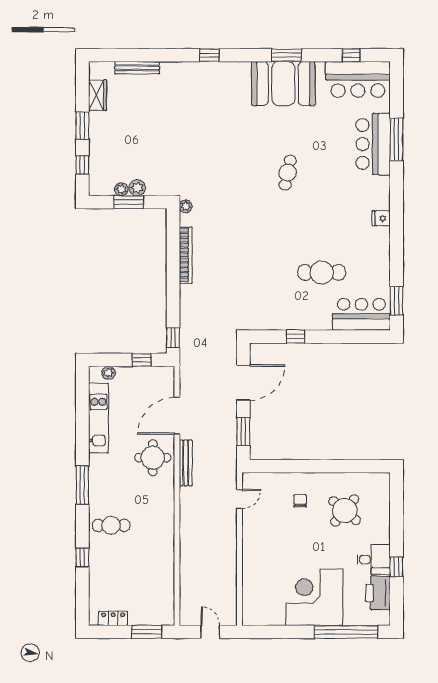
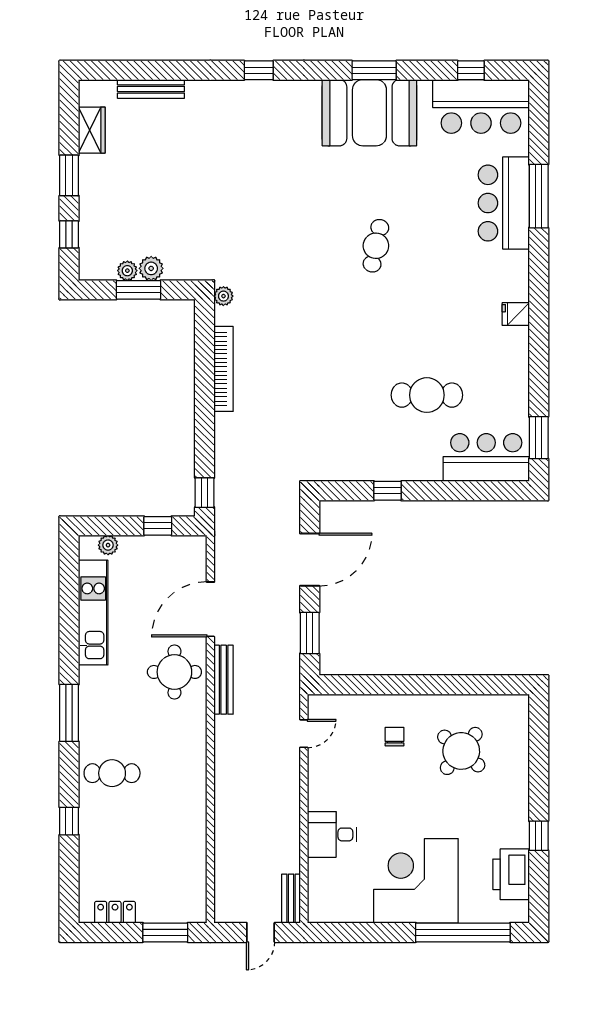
desk: (374, 560) -> (332, 834), moved, turned 180
bench: (231, 609) -> (291, 899), added
door: (210, 632) -> (261, 932), swing flipped

